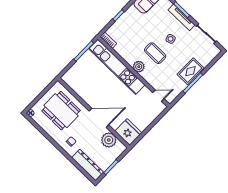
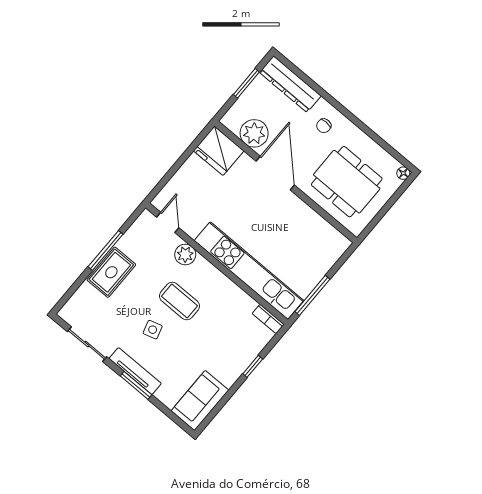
plant: (139, 67) -> (185, 255), moved
door: (158, 96) -> (168, 222), swing flipped
door: (99, 118) -> (275, 173), swing flipped

